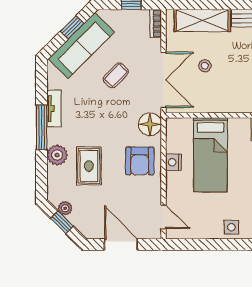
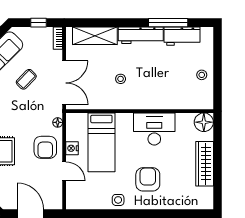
stool: (205, 66) -> (121, 79), moved
floor lamp: (150, 124) -> (58, 122), width x0.53, depth x0.53
door: (164, 217) -> (64, 171), moved

